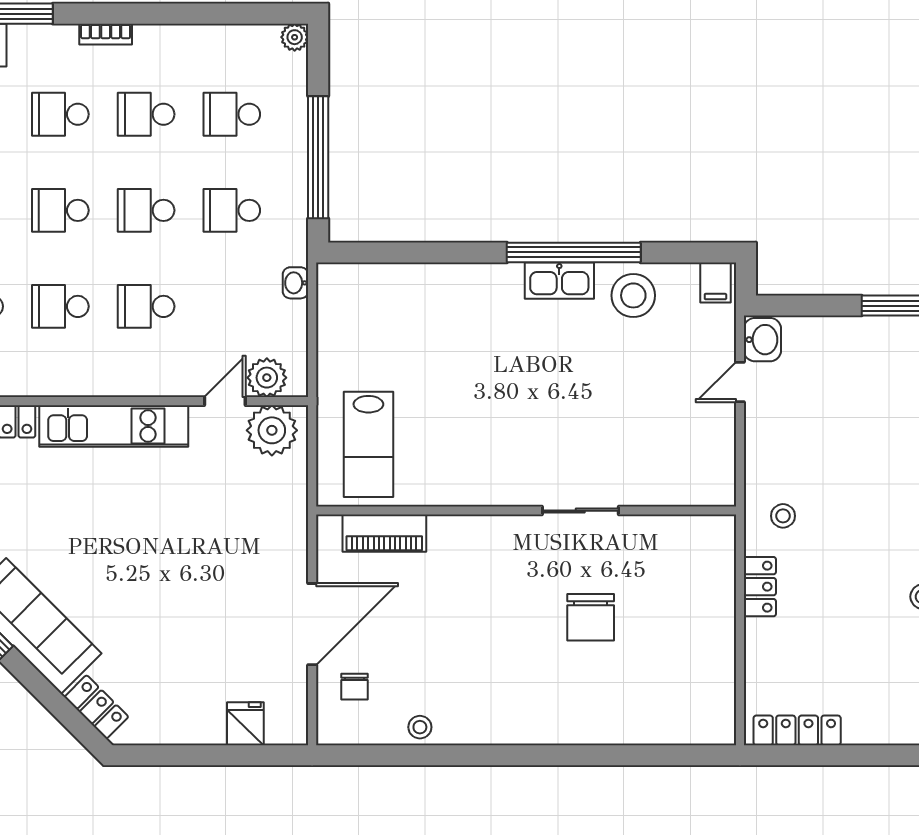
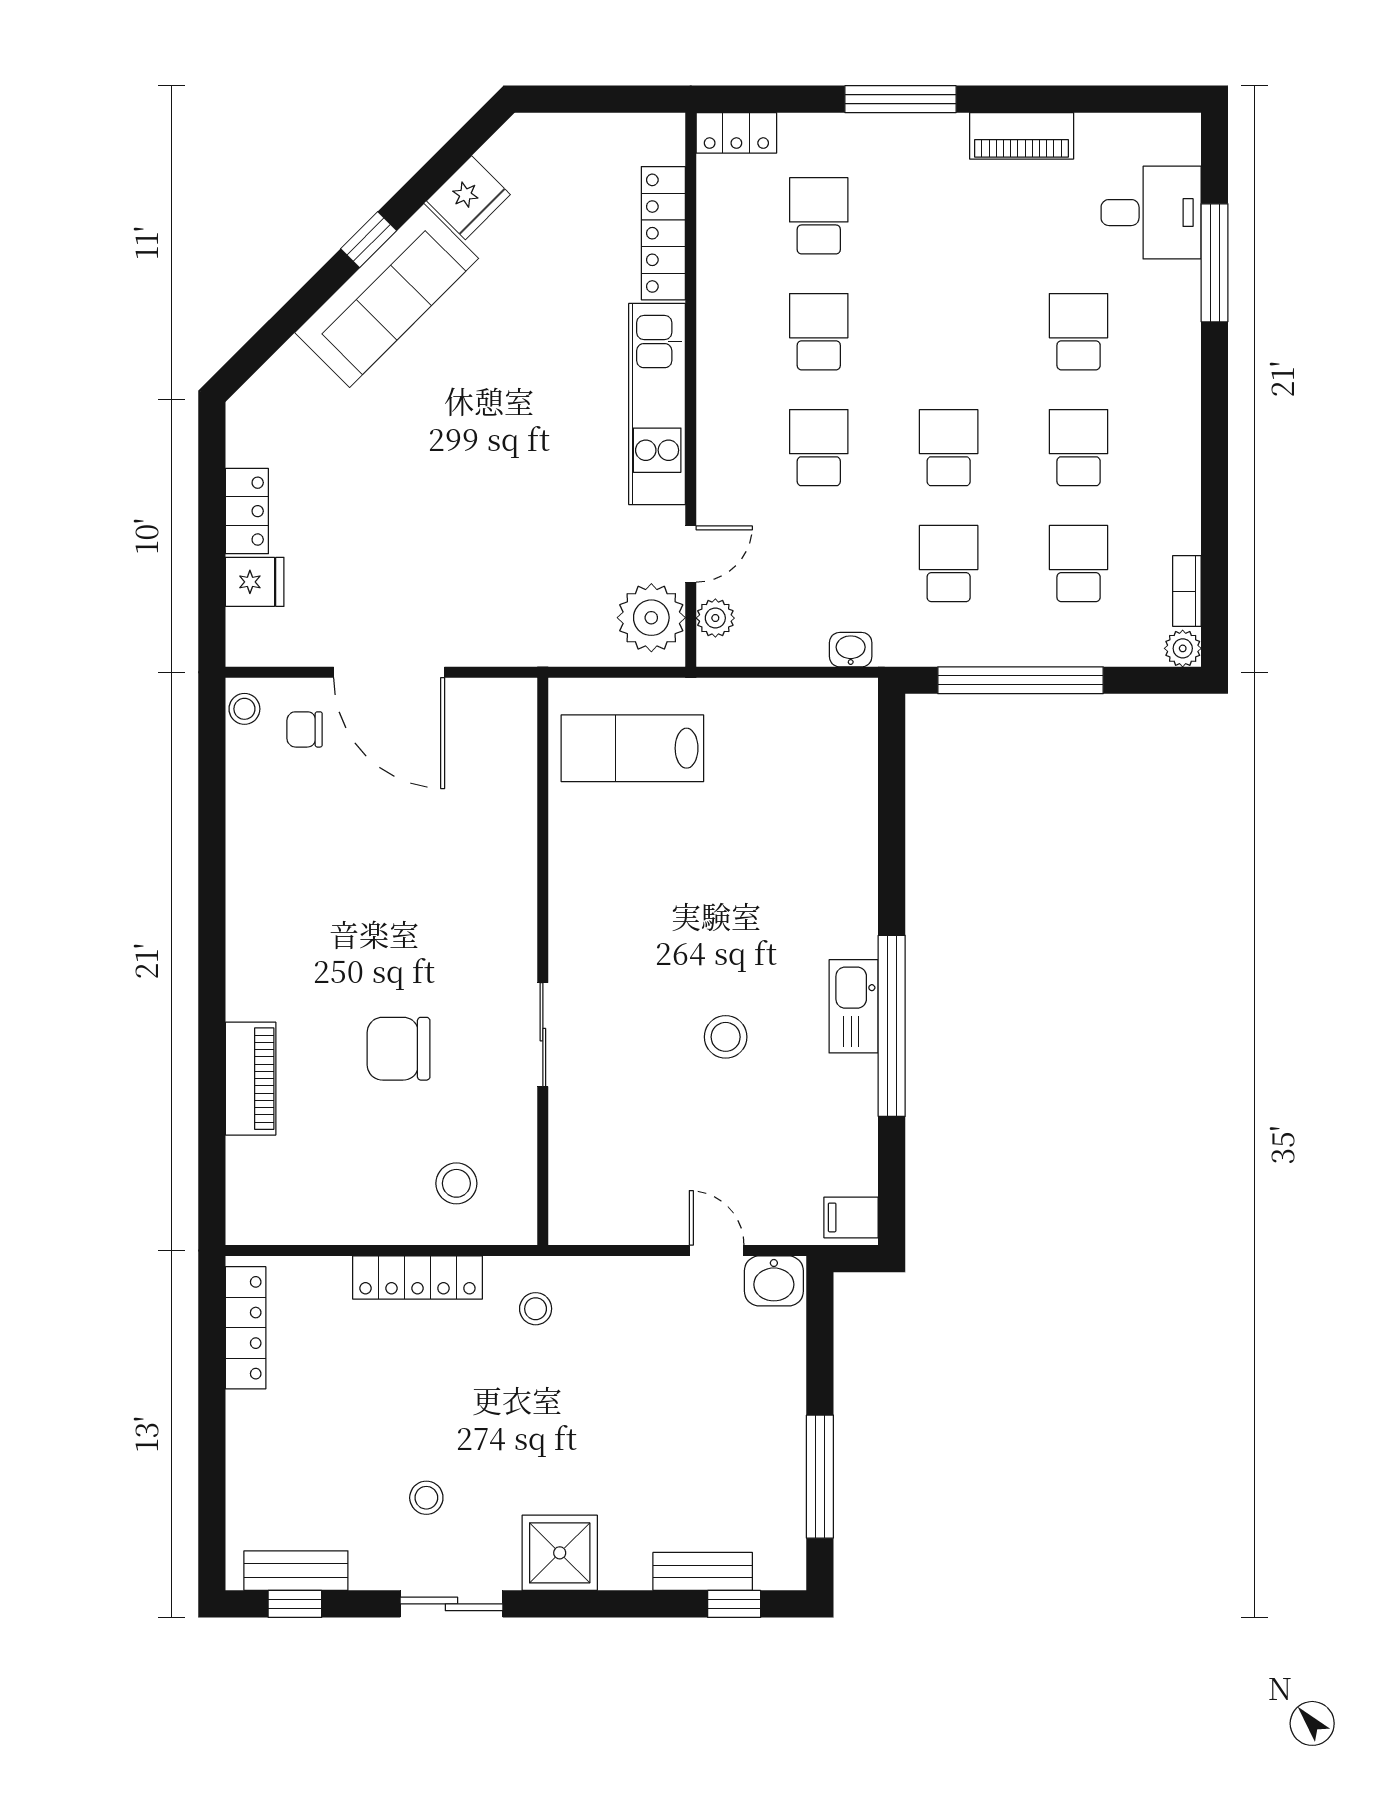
bookcase: (106, 34) -> (1187, 591), moved
school desk: (60, 210) -> (949, 332), removed
stool: (633, 295) -> (726, 1037), moved, width x0.73, depth x0.73
plant: (267, 378) -> (715, 618), width x0.73, depth x0.73
door: (225, 401) -> (691, 554), hinge flipped
piano: (384, 533) -> (251, 1079), moved, turned 180
stool: (690, 574) -> (456, 1183), added
locker: (760, 587) -> (417, 1277), width x1.53
locker: (96, 707) -> (247, 511), moved, turned -45
stool: (420, 727) -> (244, 709), moved

